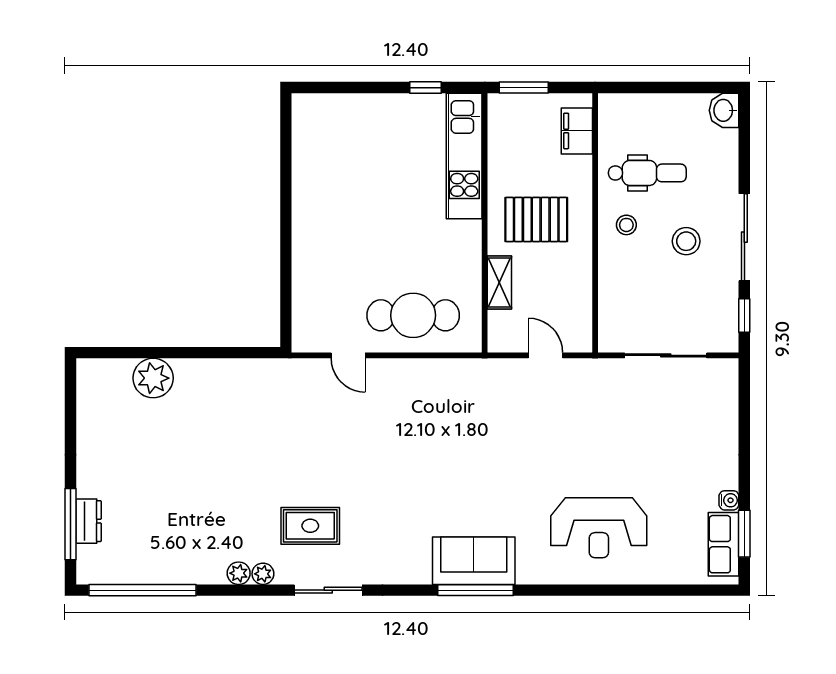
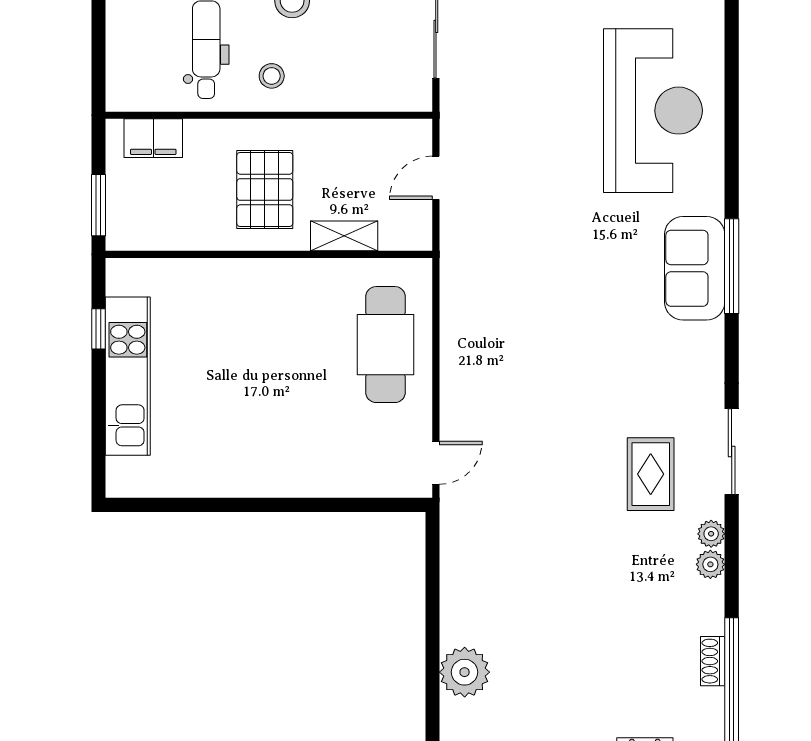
kitchen unit: (464, 156) -> (128, 376), moved, turned -90
door: (348, 355) -> (436, 463), moved
reception desk: (599, 528) -> (653, 111), width x1.36, depth x1.30
shoe rack: (162, 575) -> (713, 661), added

